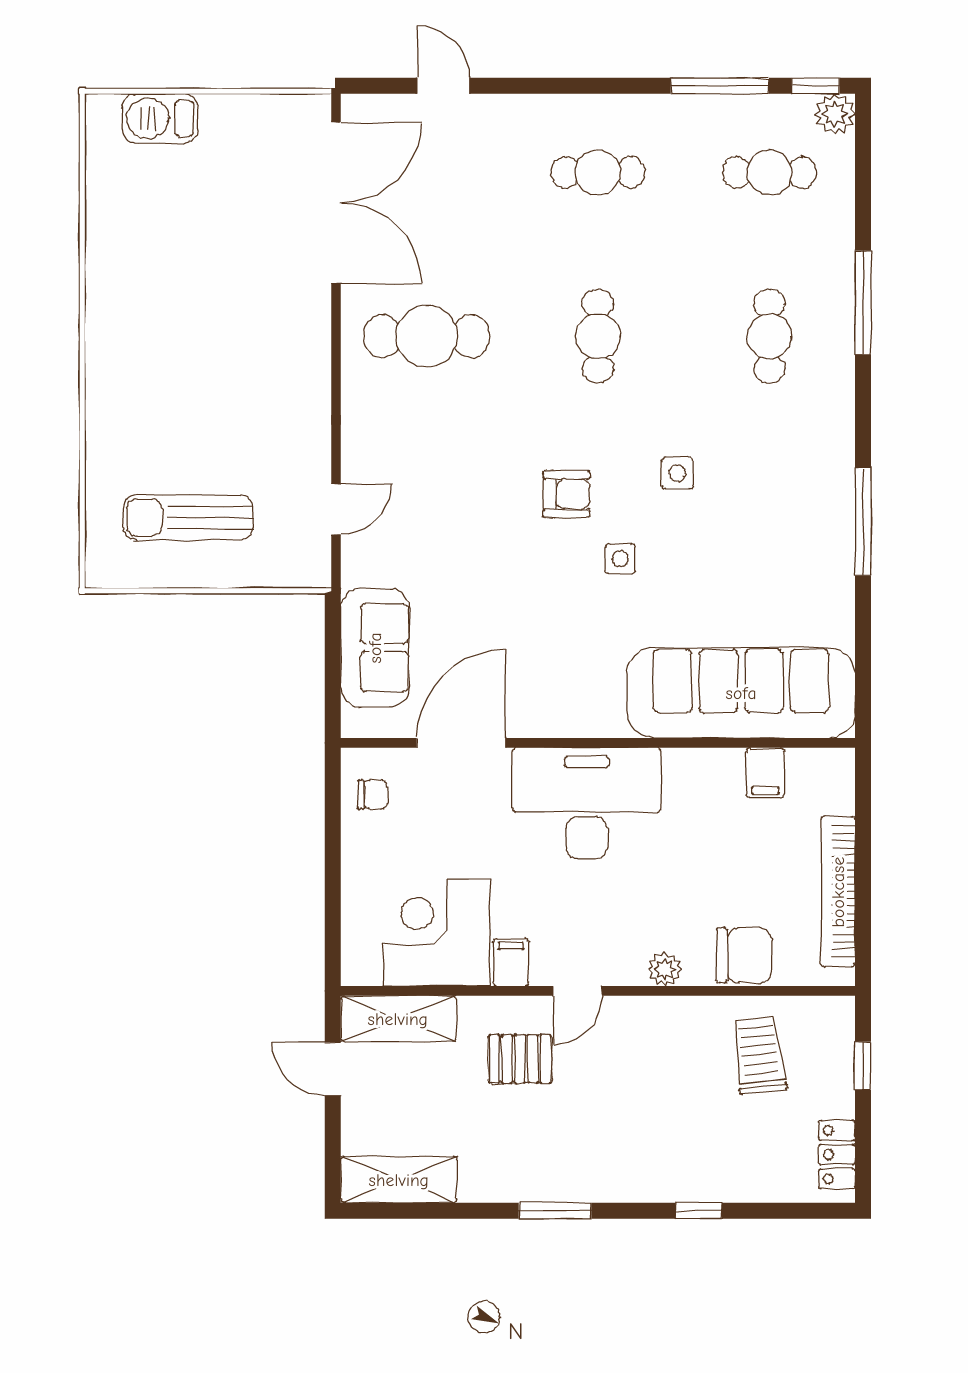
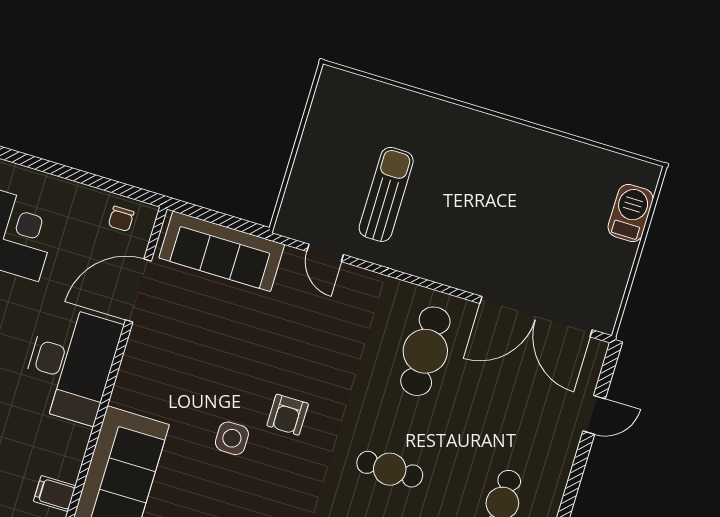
side table: (677, 473) -> (279, 495), removed
sun lounger: (188, 517) -> (386, 194), moved
side table: (620, 559) -> (232, 438), width x1.37, depth x1.37
sofa: (375, 648) -> (222, 251), width x1.36
door: (461, 743) -> (138, 291), swing flipped

